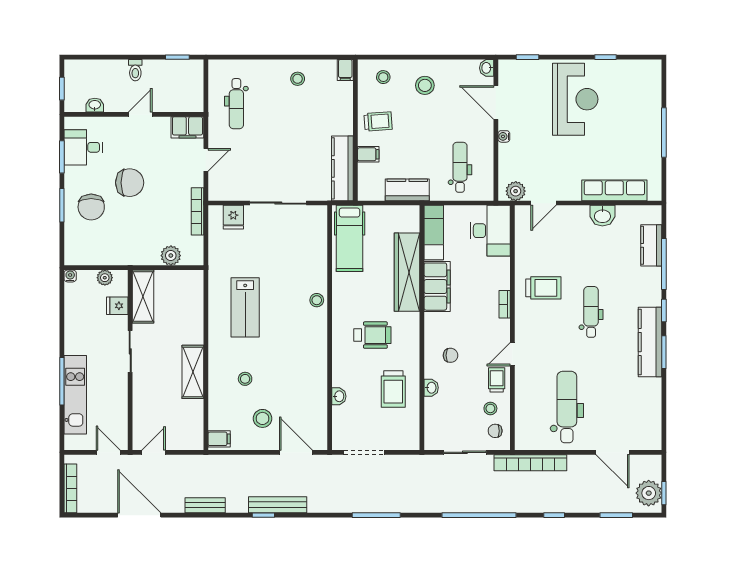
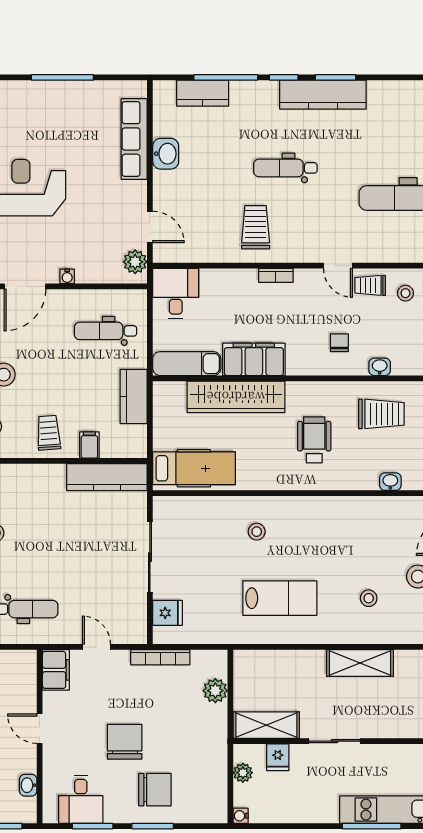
desk: (490, 231) -> (176, 293), width x0.73
stool: (317, 300) -> (257, 532), moved

